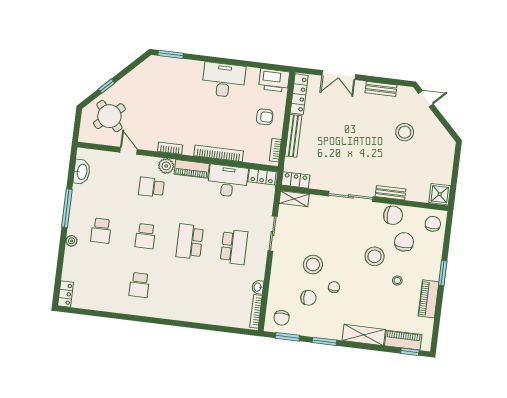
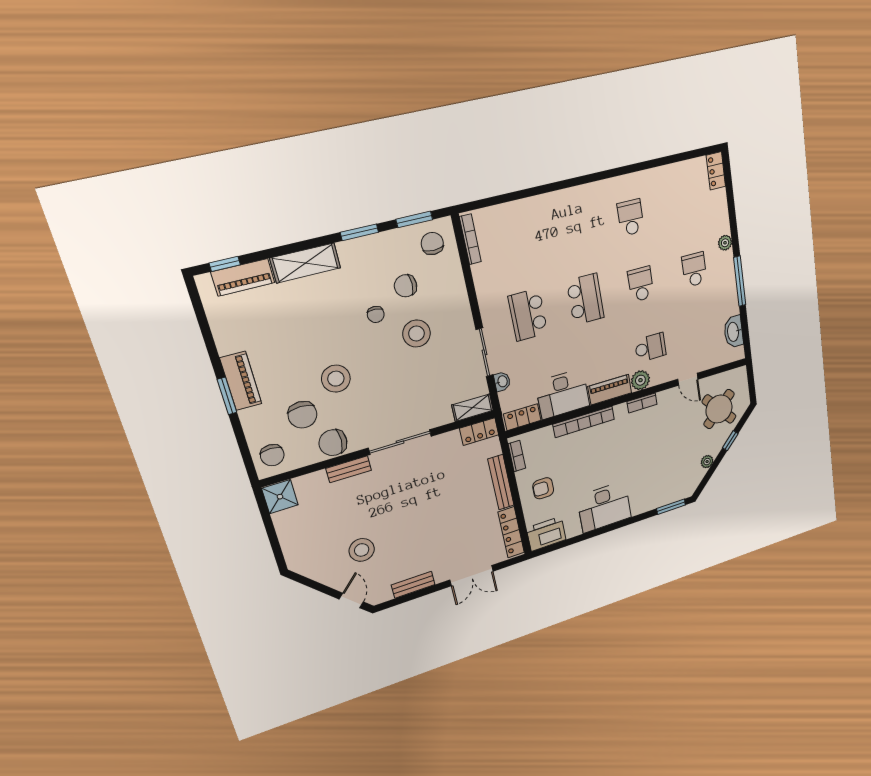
double door: (339, 75) -> (472, 576), swing flipped
plant: (131, 78) -> (707, 462), added
door: (426, 99) -> (351, 600), swing flipped
stool: (397, 281) -> (289, 359), removed
washbasin: (258, 287) -> (502, 381), moved
piano: (428, 299) -> (241, 381), moved

